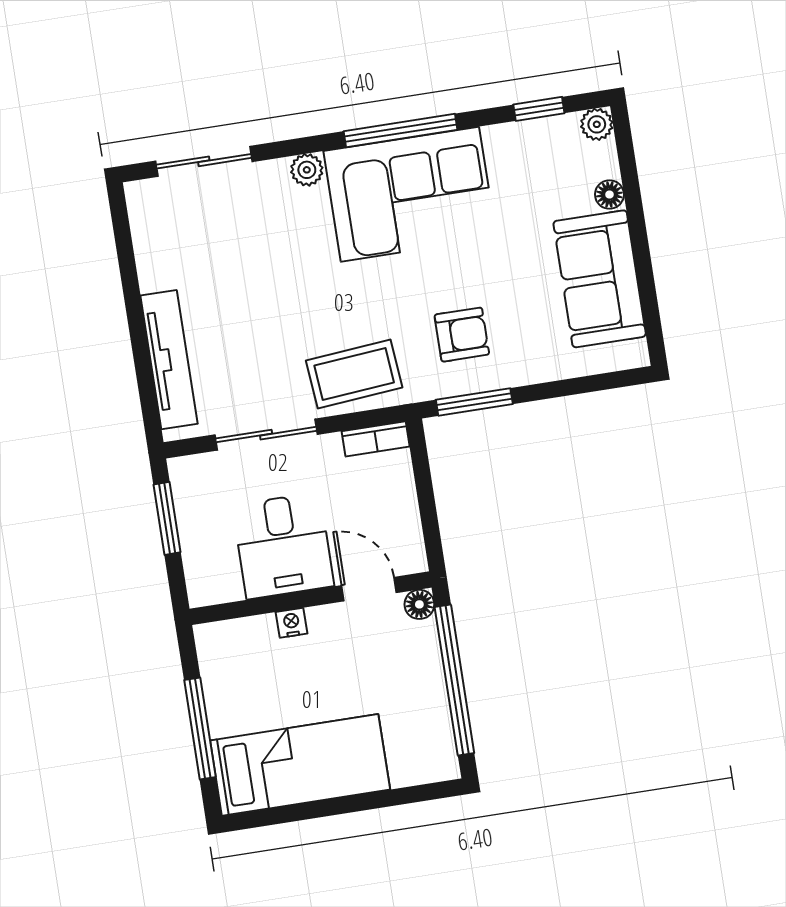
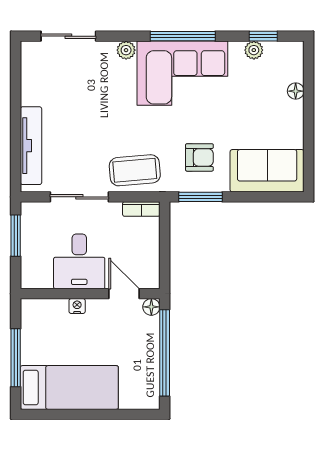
plant: (597, 124) -> (254, 50), moved
sofa: (600, 279) -> (267, 171), moved, turned 90

